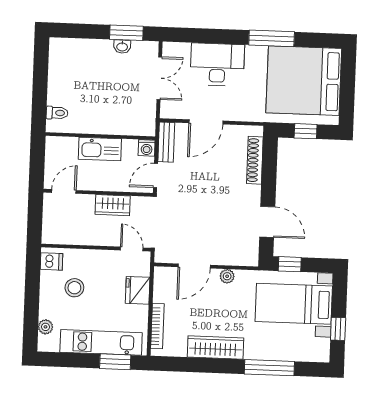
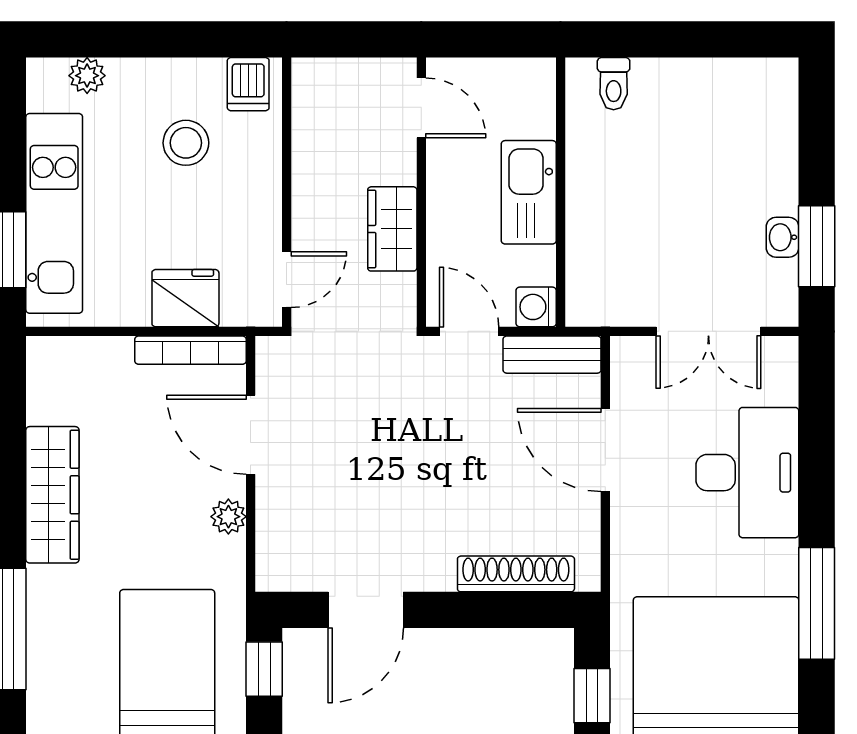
bookcase: (157, 326) -> (190, 350), moved

